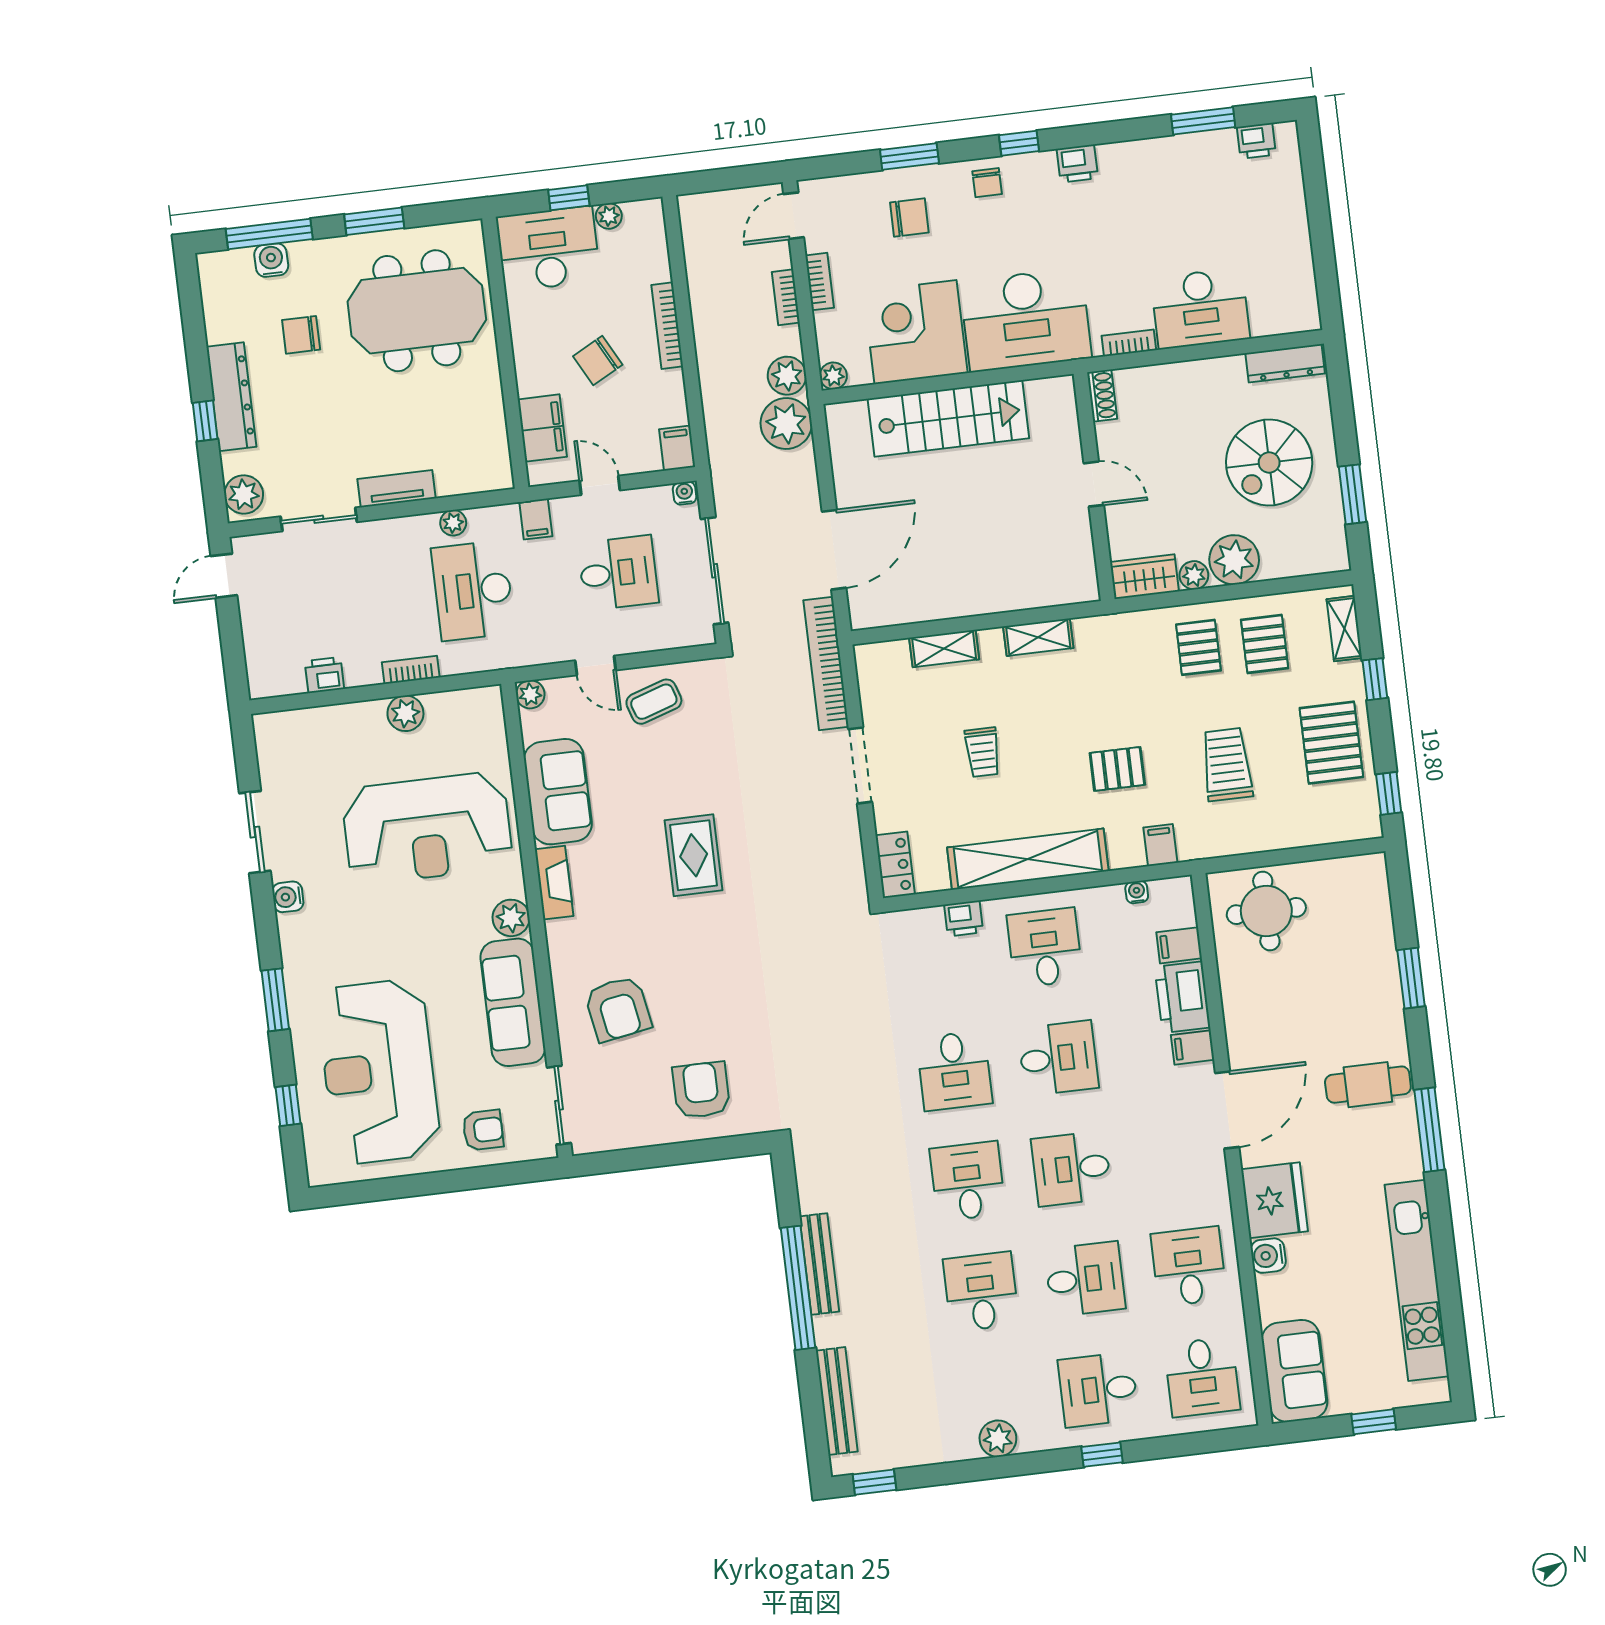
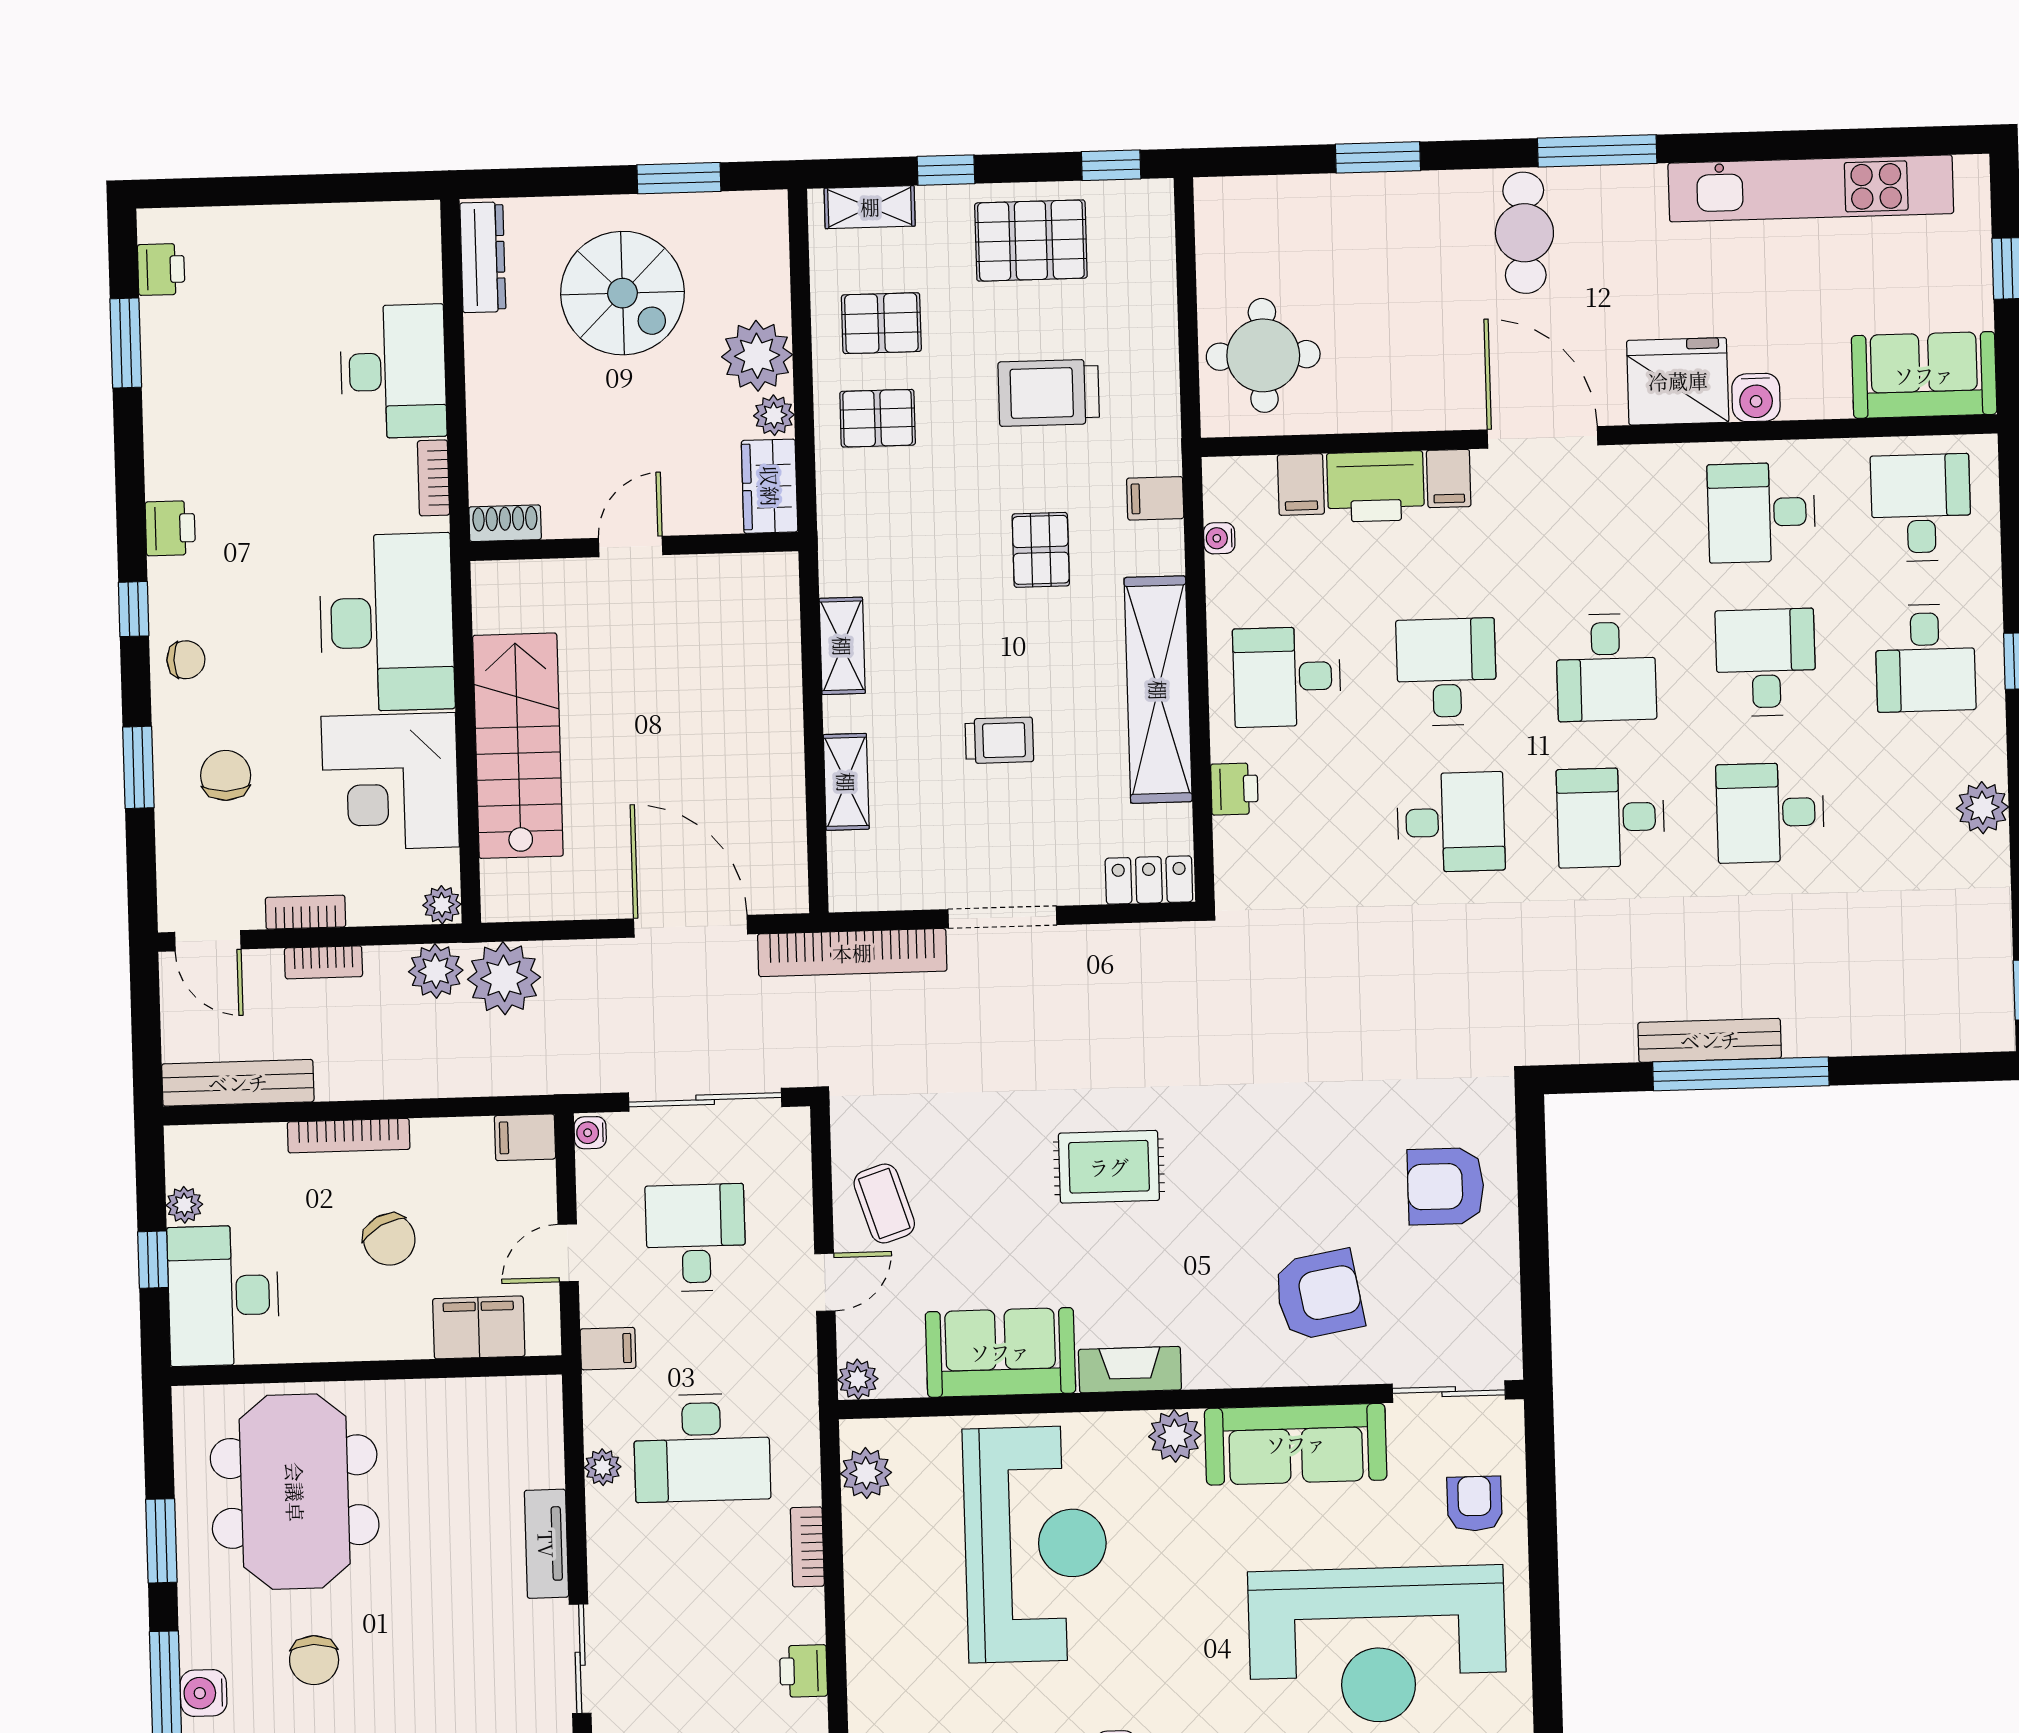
plant: (405, 713) -> (866, 1473), moved
desk: (1202, 1377) -> (1921, 508), turned -90
bench: (837, 1401) -> (238, 1083), moved

